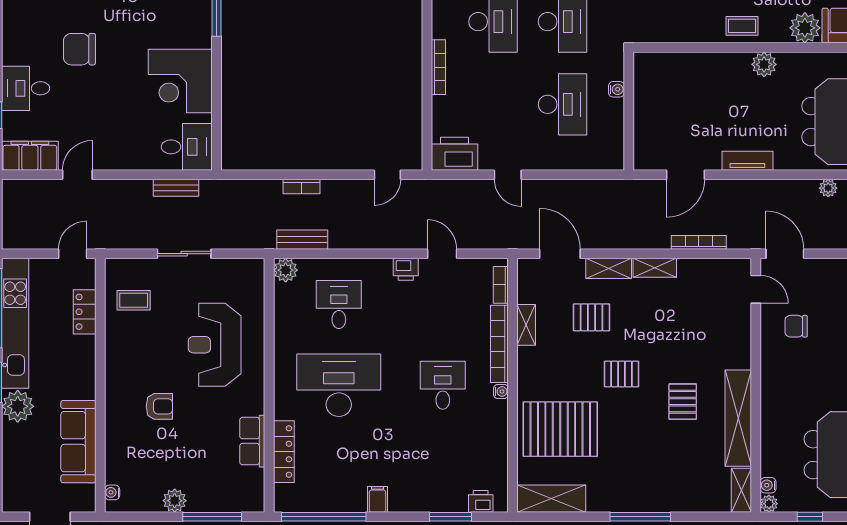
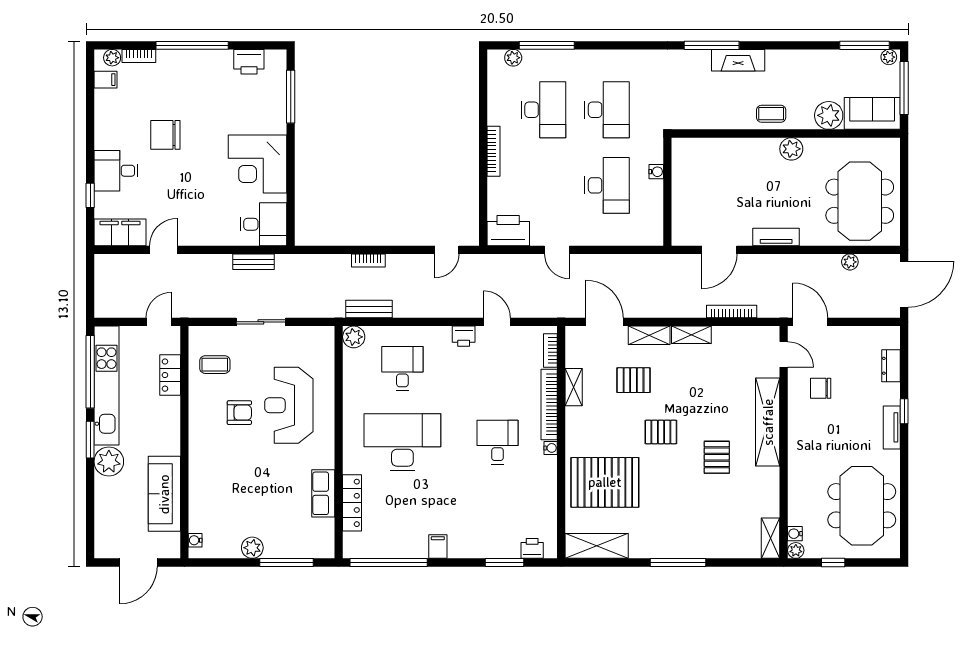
armchair: (159, 406) -> (239, 413), moved
shelving: (738, 418) -> (768, 422), moved

